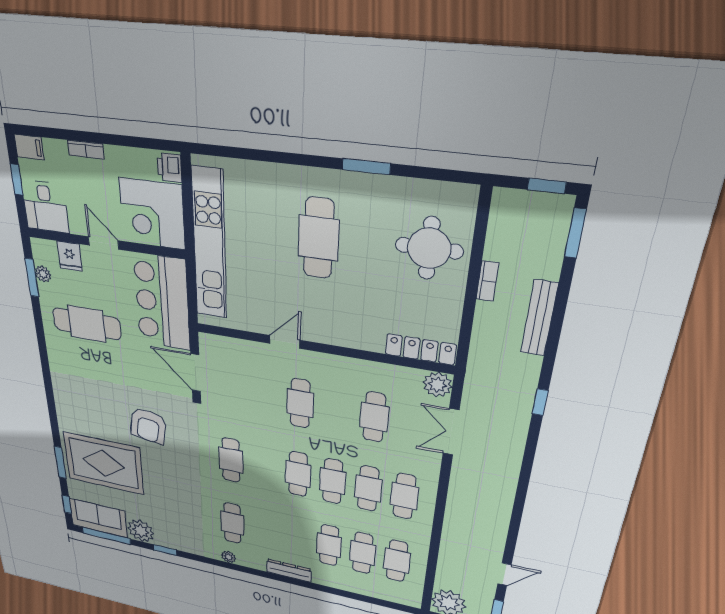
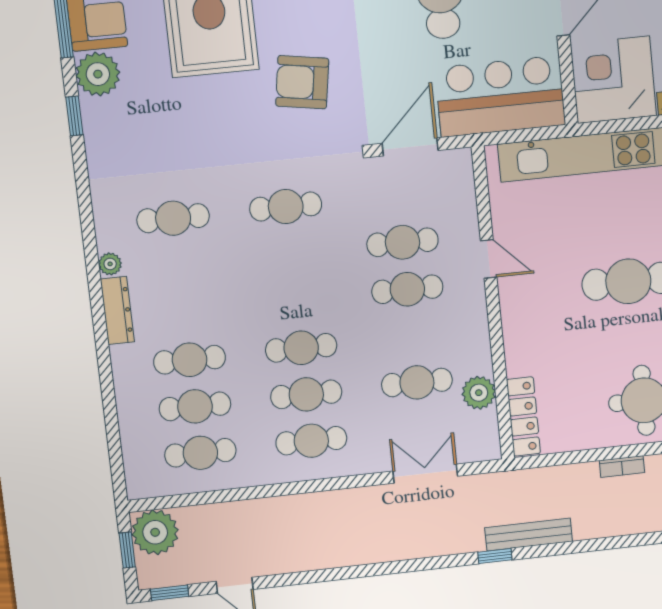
bench: (539, 318) -> (529, 535), moved
plant: (437, 385) -> (479, 393), moved
cafe table: (298, 474) -> (403, 242), moved
plant: (228, 557) -> (110, 264), moved

